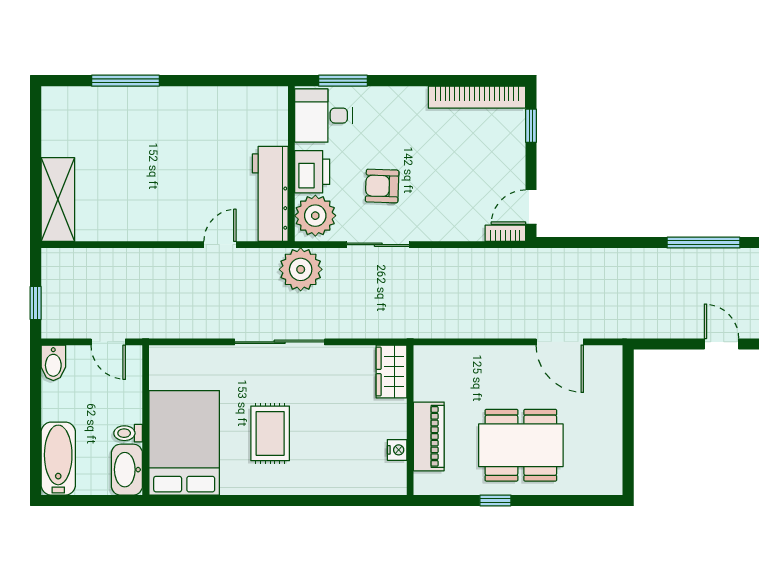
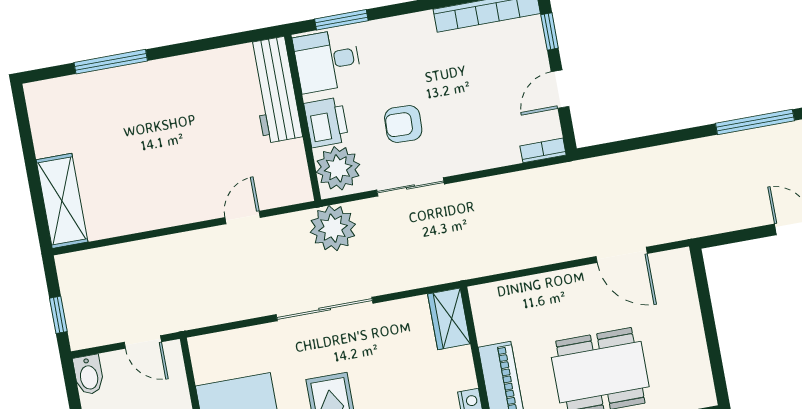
workbench: (270, 194) -> (275, 90), moved
door: (531, 207) -> (560, 89), moved

